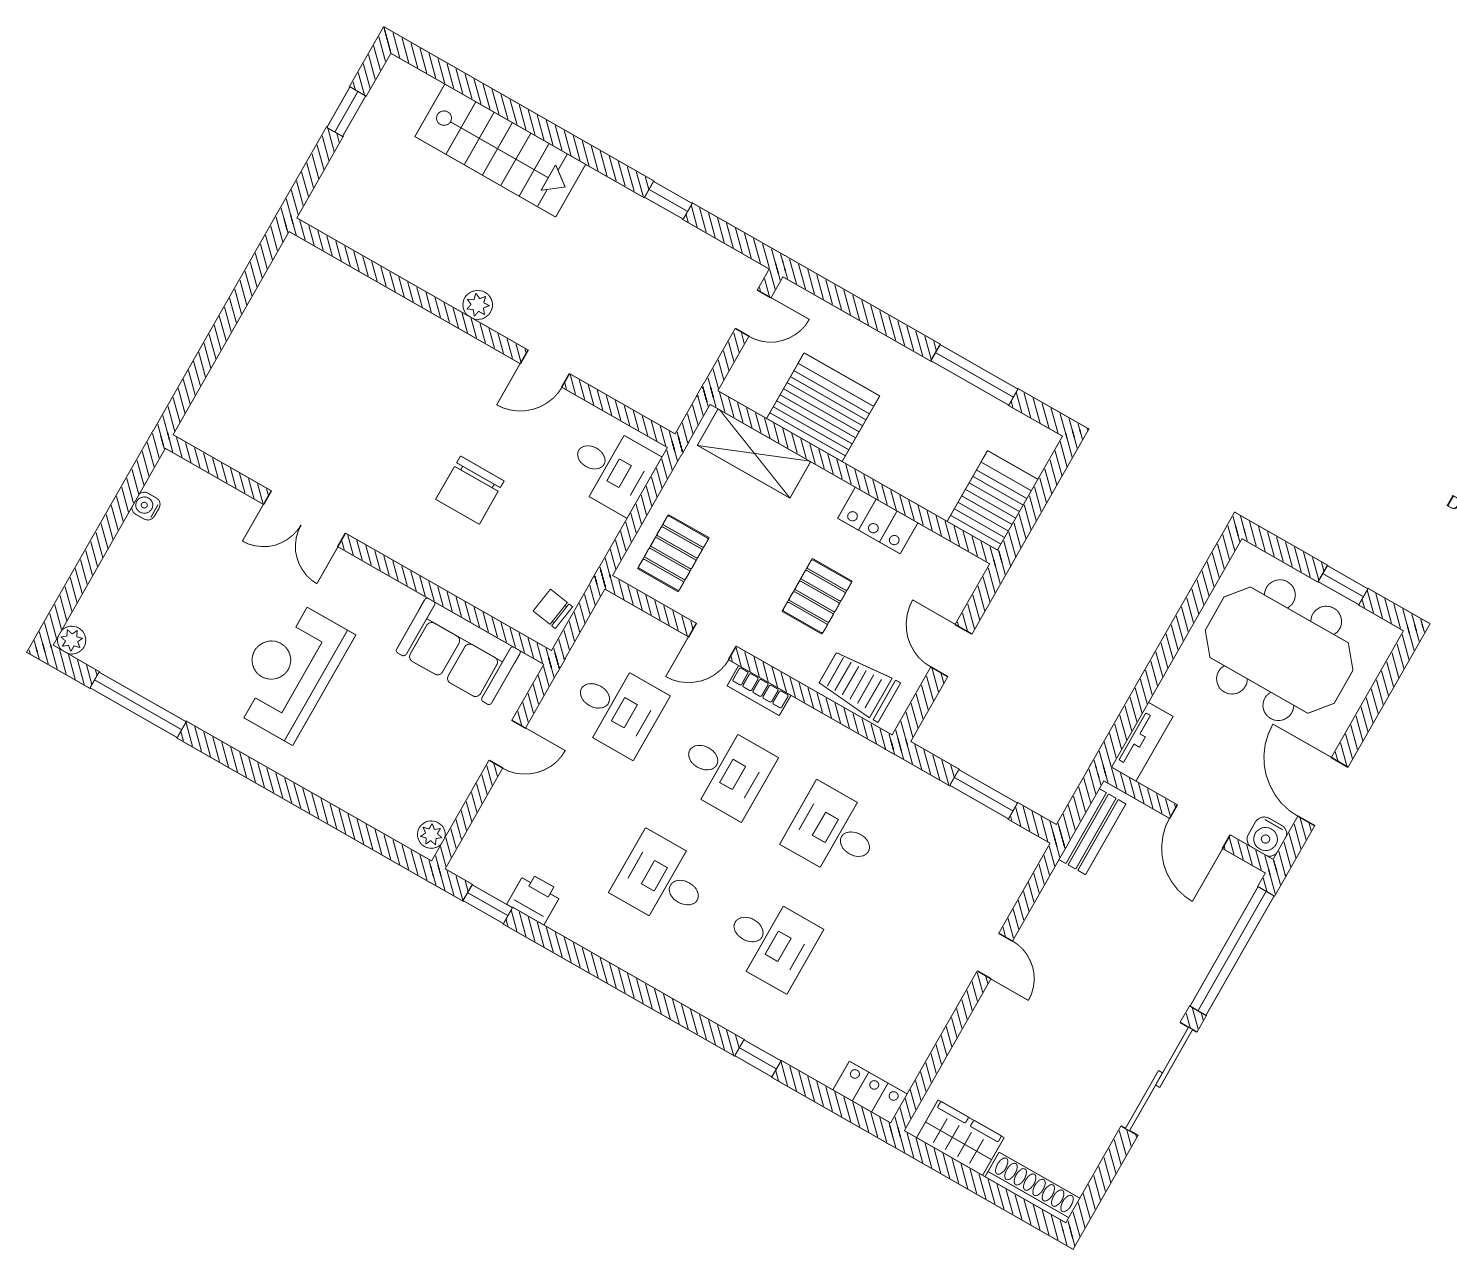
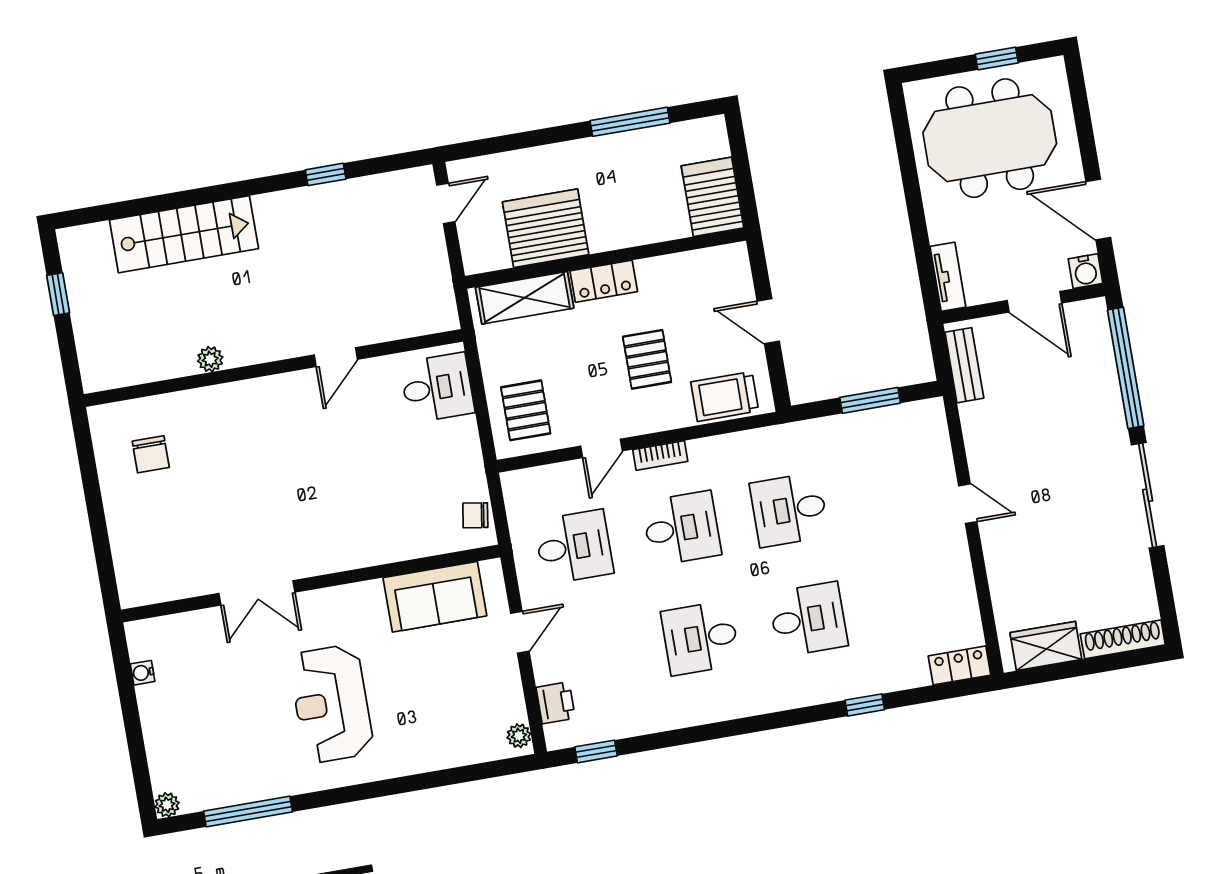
plant: (478, 305) -> (210, 359), moved
chair: (470, 490) -> (151, 454), moved, width x0.73, depth x0.73
locker: (878, 520) -> (604, 281), moved
printer: (535, 898) -> (556, 703), moved, turned 90

